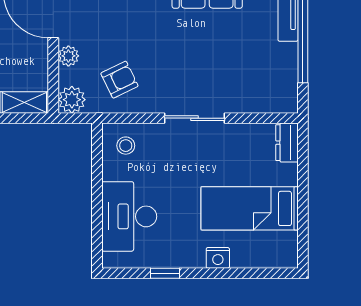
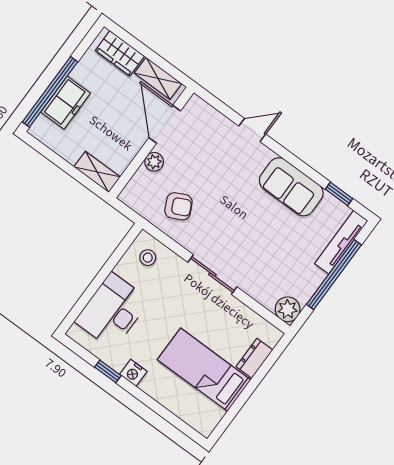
plant: (72, 100) -> (288, 309), moved
dresser: (287, 143) -> (254, 358), moved
nightstand: (218, 258) -> (133, 373), moved

